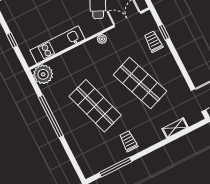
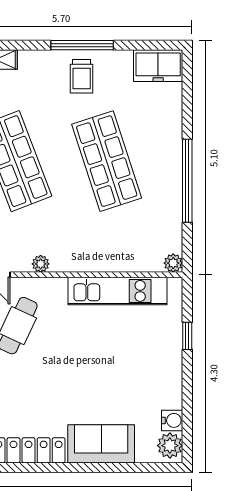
plant: (43, 74) -> (173, 263), width x0.53, depth x0.53
freezer: (94, 165) -> (158, 66), added
window: (115, 167) -> (82, 45), moved

